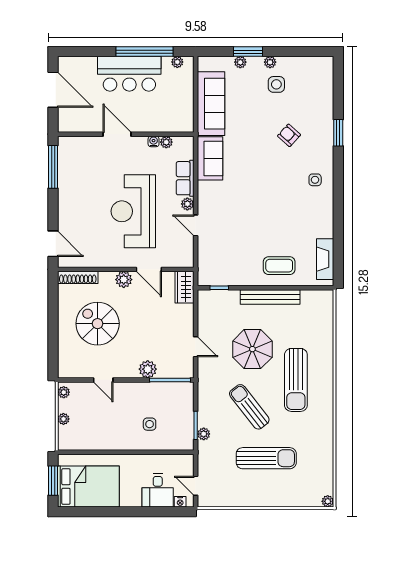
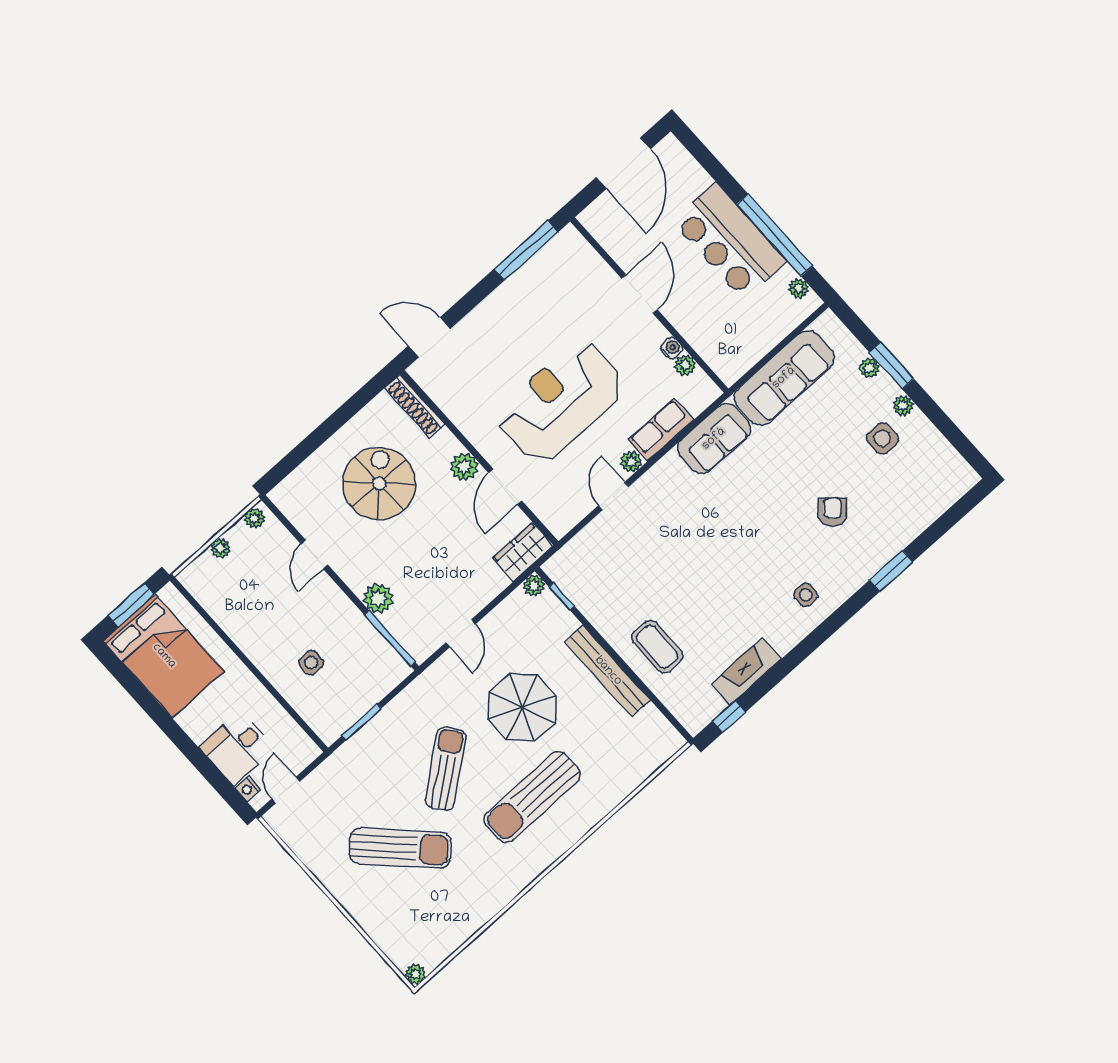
door: (53, 244) -> (429, 337), swing flipped
fireplace: (325, 259) -> (746, 671), moved
window: (338, 262) -> (729, 717), added
plant: (204, 434) -> (534, 586), moved
sun lounger: (266, 458) -> (400, 848), turned -45

